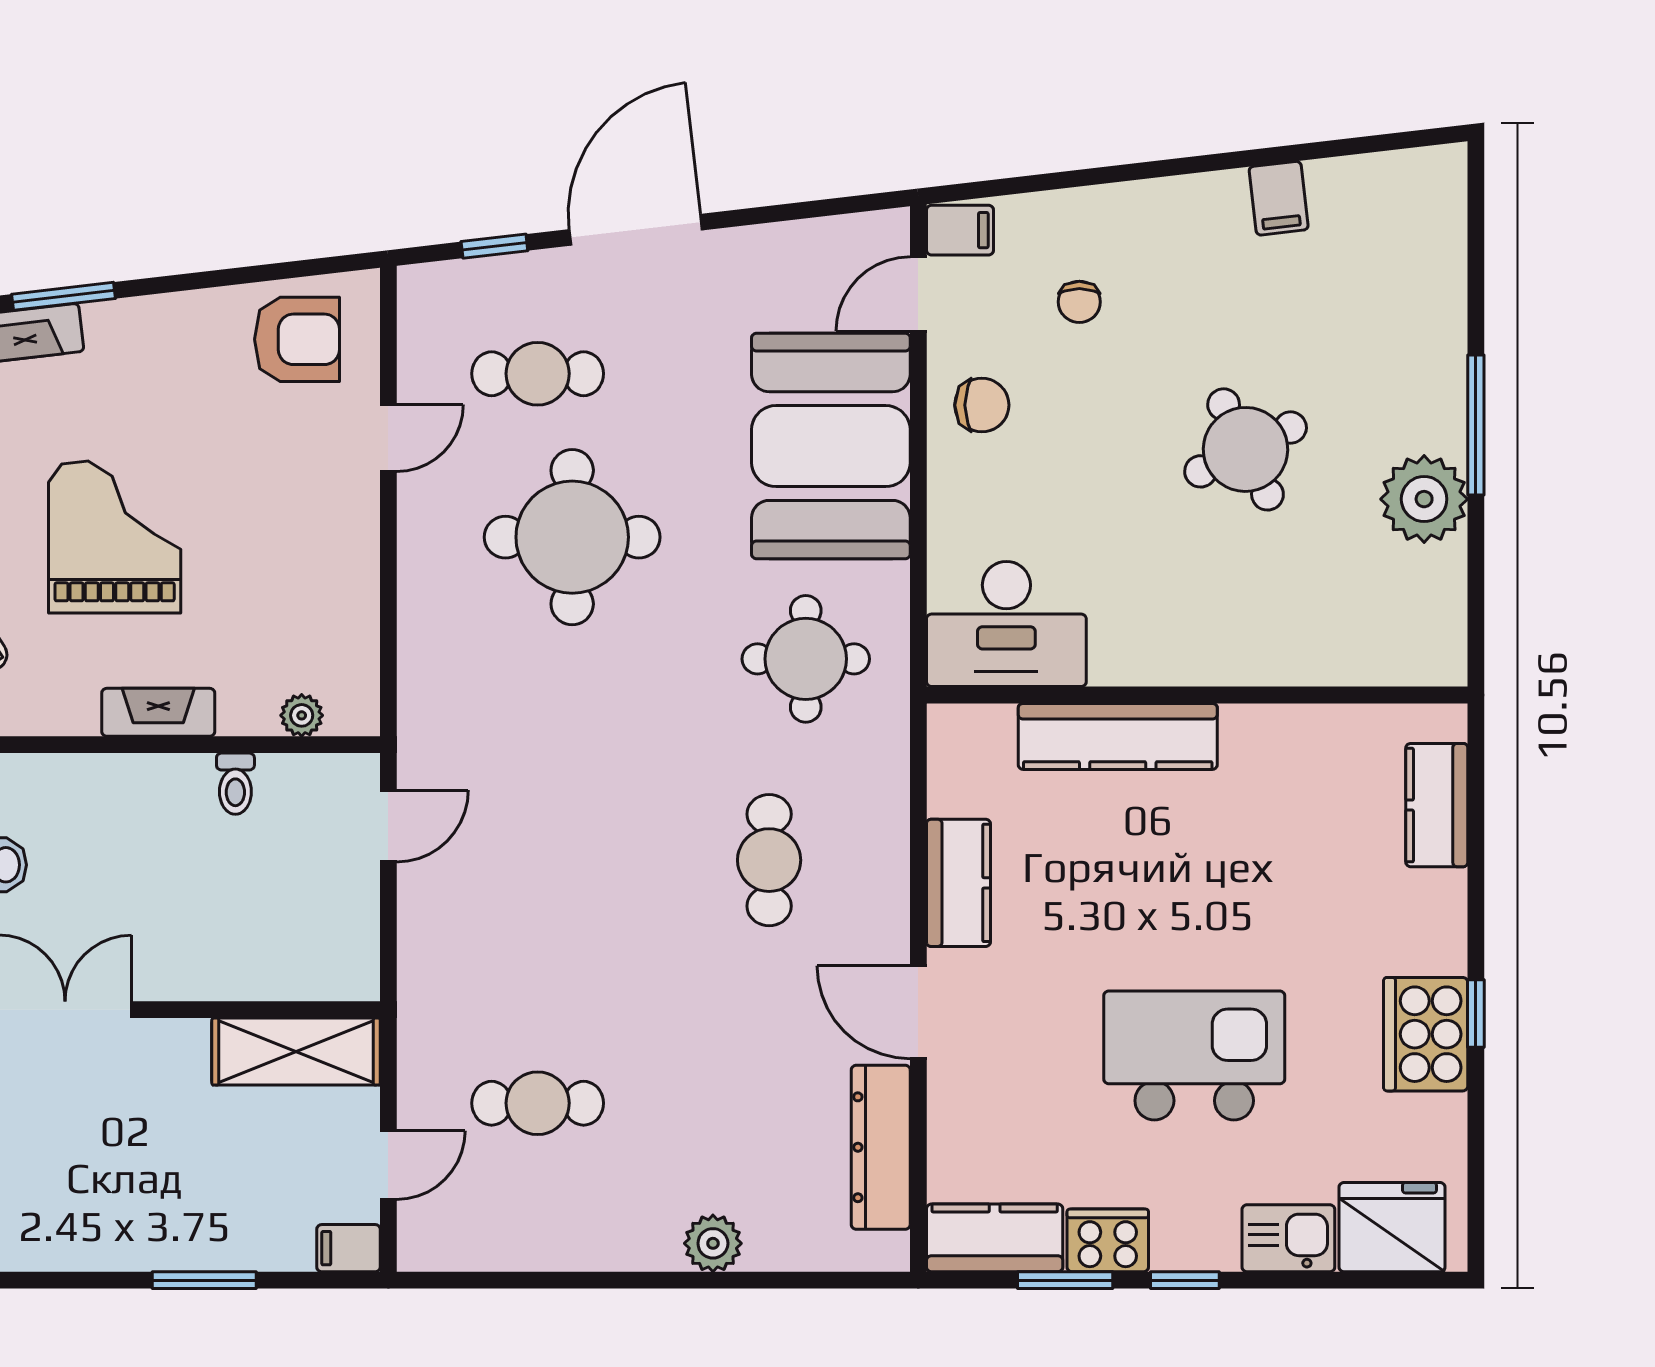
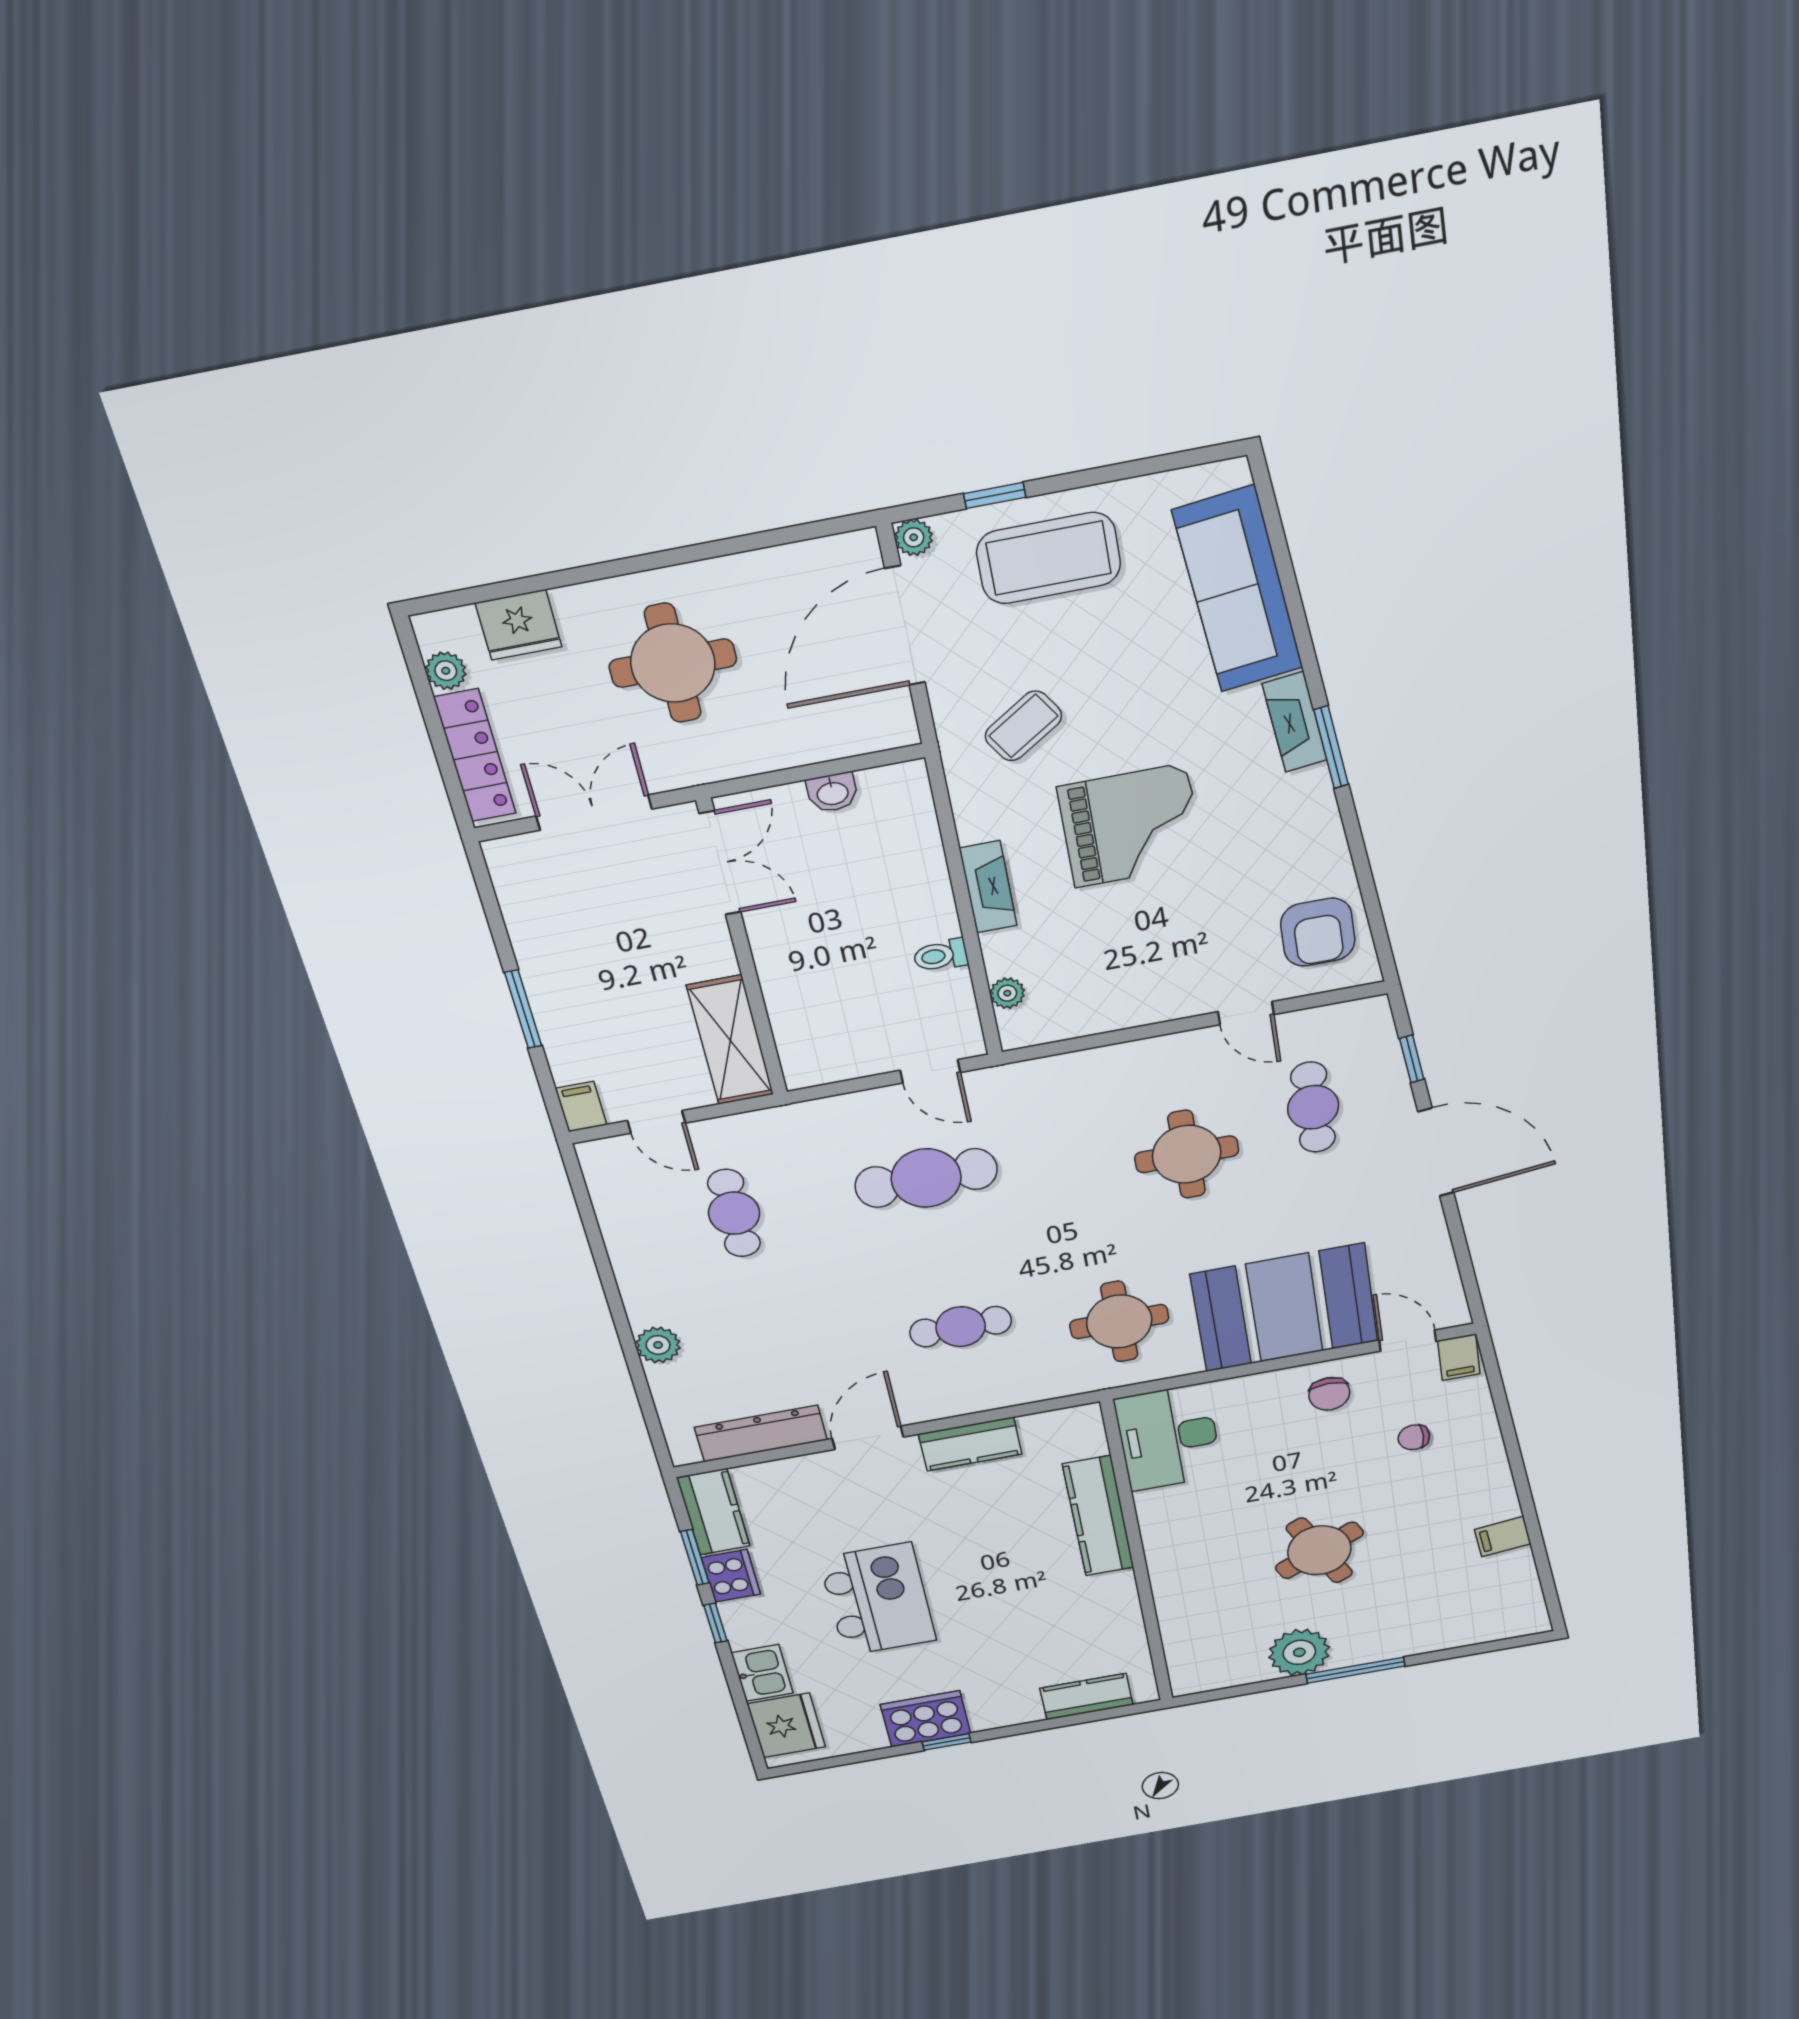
round table: (572, 537) -> (1187, 1154), width x0.73, depth x0.73
cafe table: (538, 860) -> (926, 1178), added

